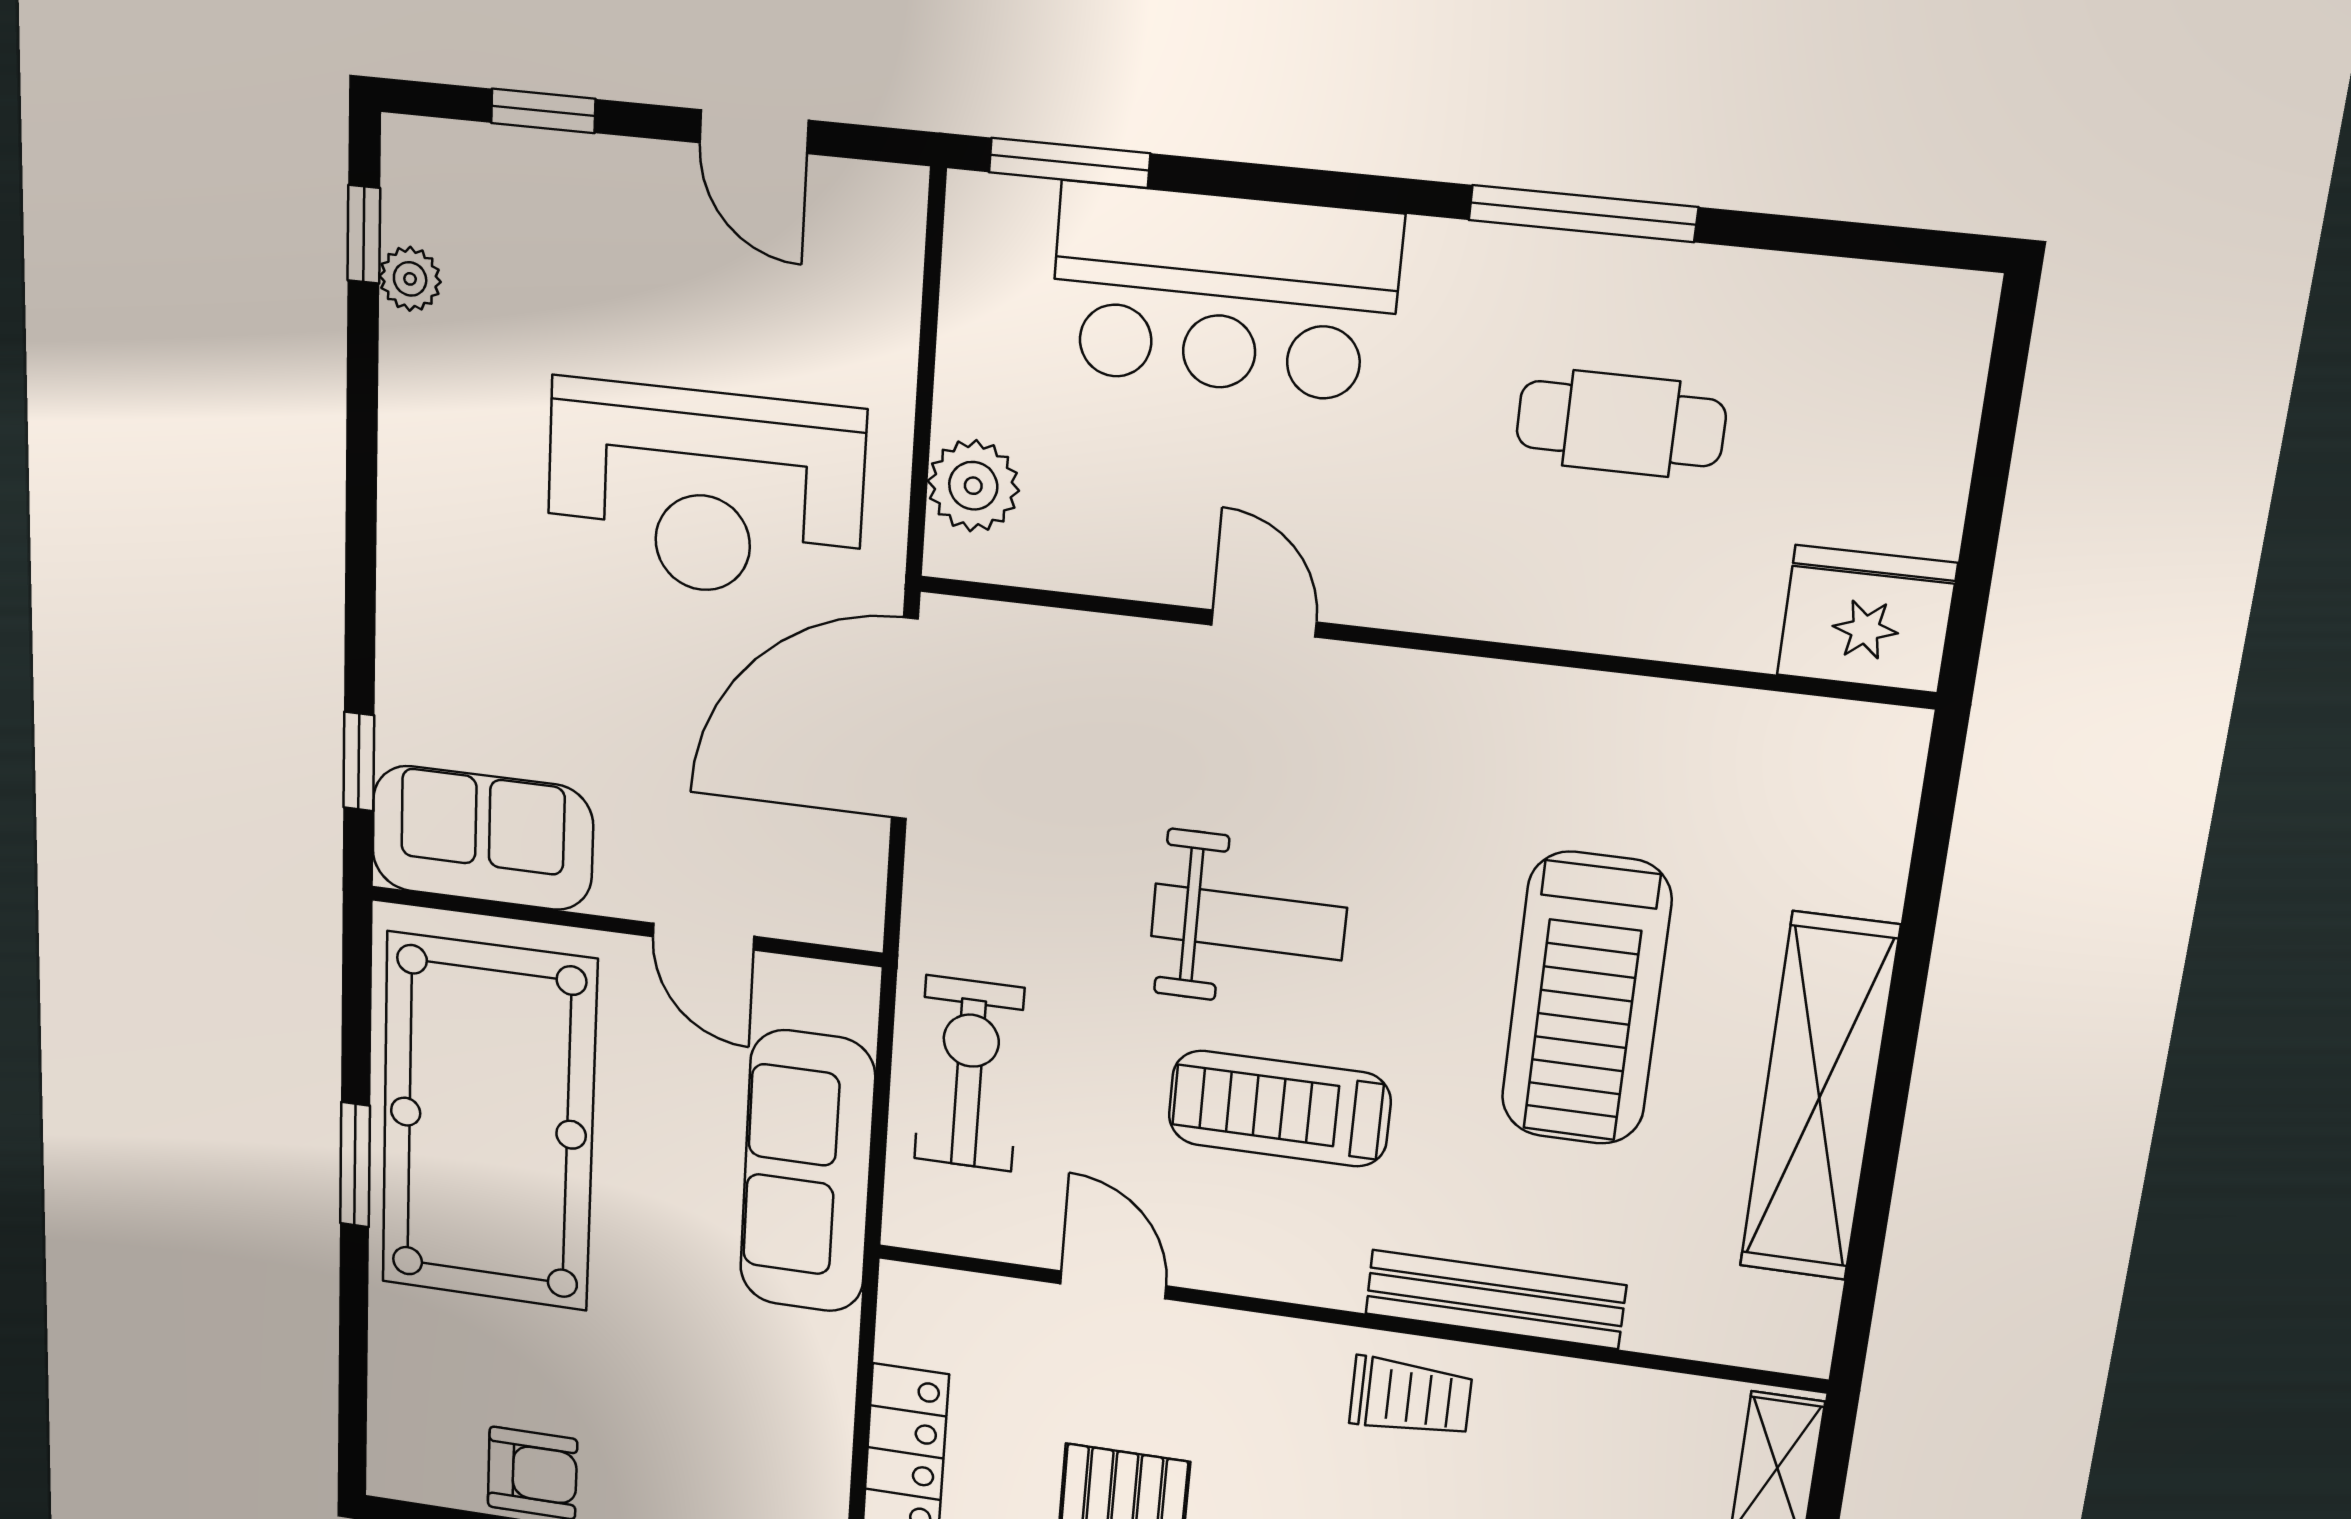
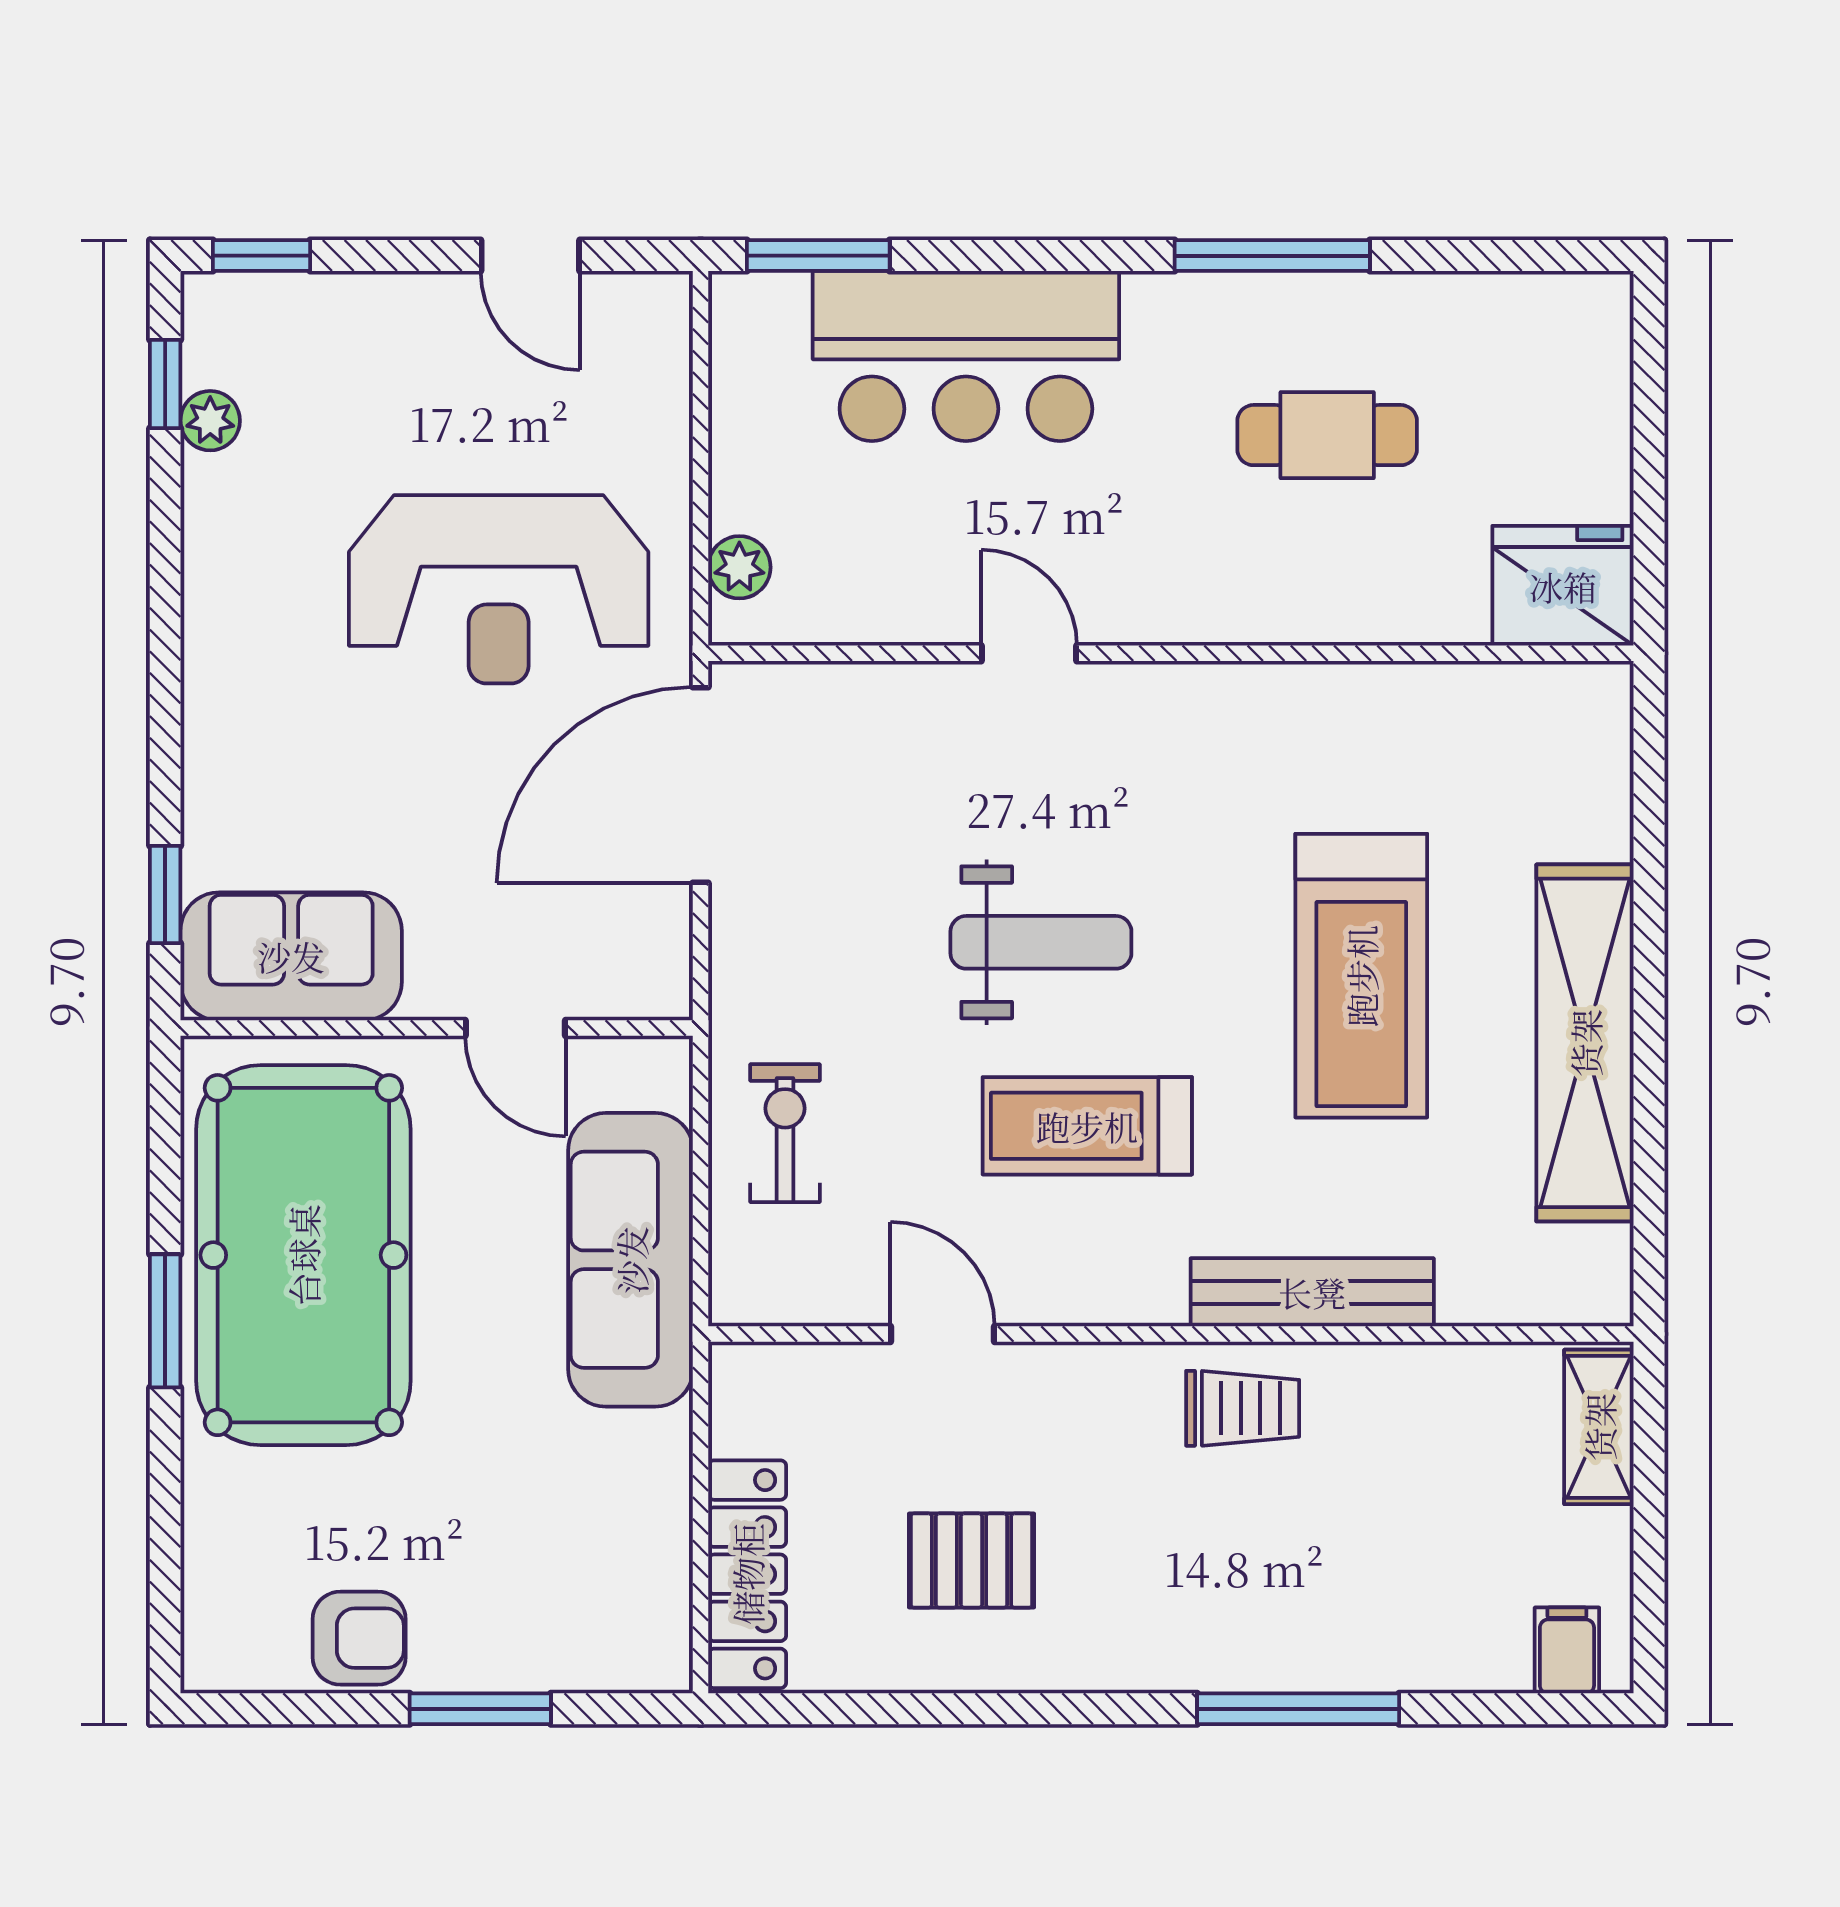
window: (543, 111) -> (261, 256), moved
plant: (973, 486) -> (739, 567), width x0.73, depth x0.73
exercise bike: (969, 1074) -> (785, 1133), width x0.73, depth x0.72

